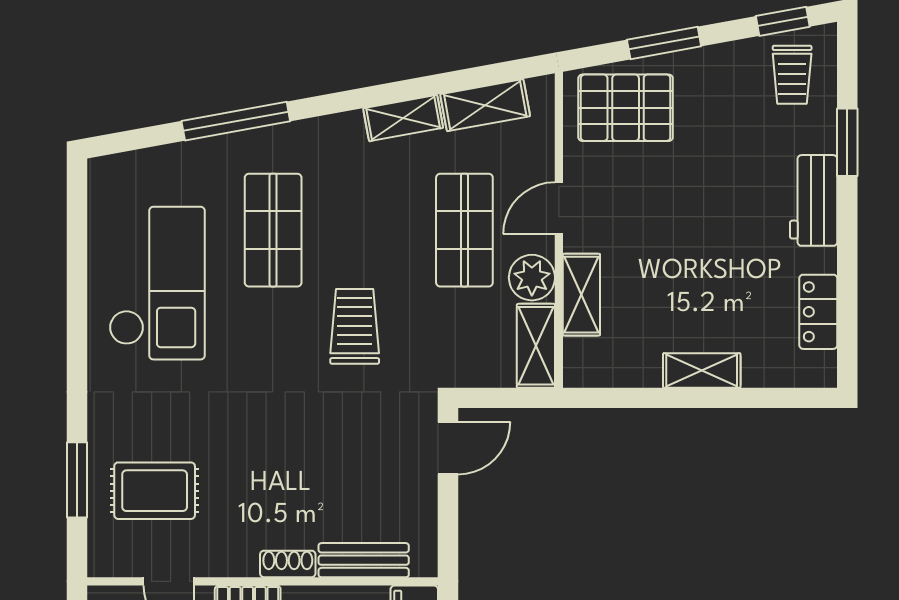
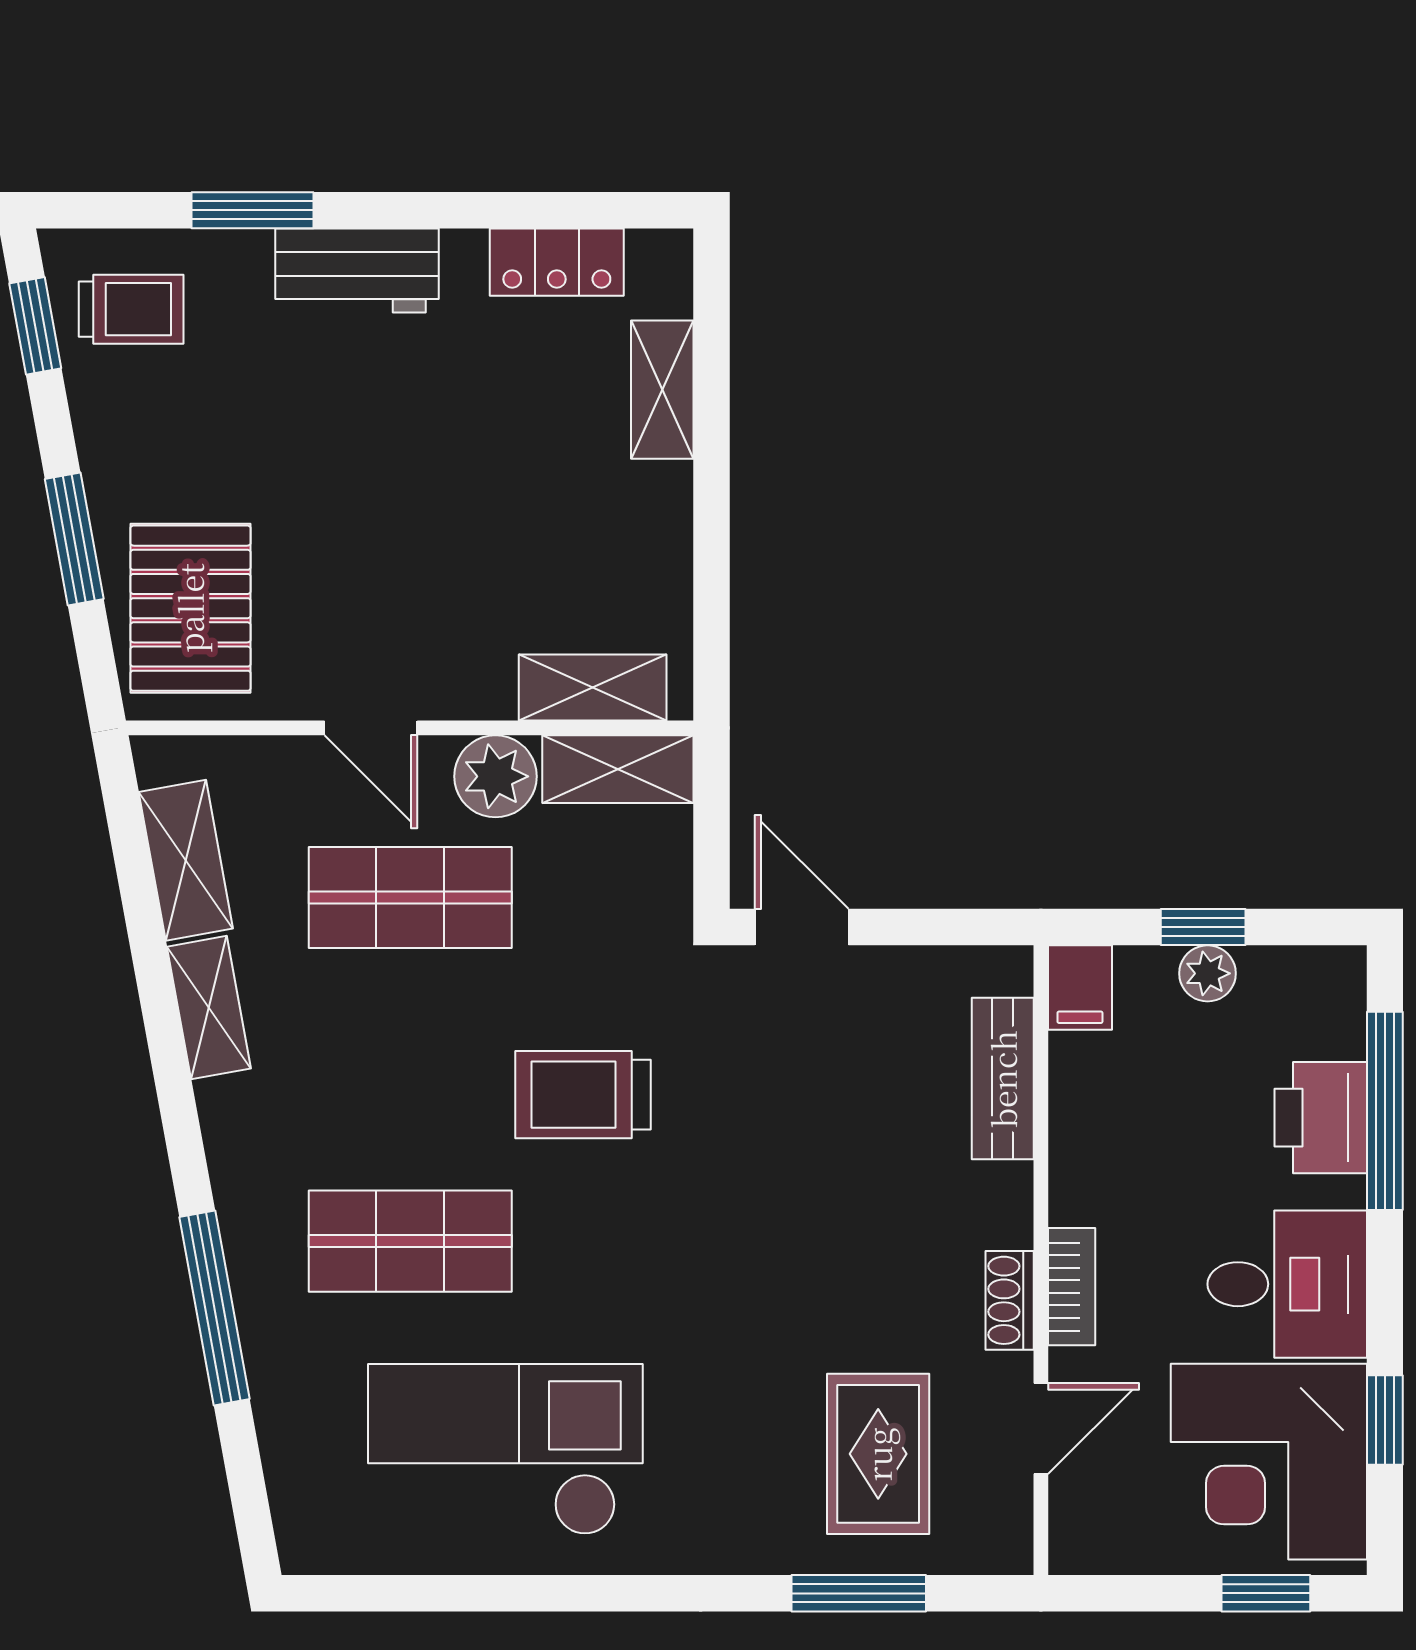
shelving: (581, 295) -> (593, 688), moved
shelving: (702, 370) -> (662, 390), moved
shoe rack: (288, 564) -> (1010, 1300), moved

